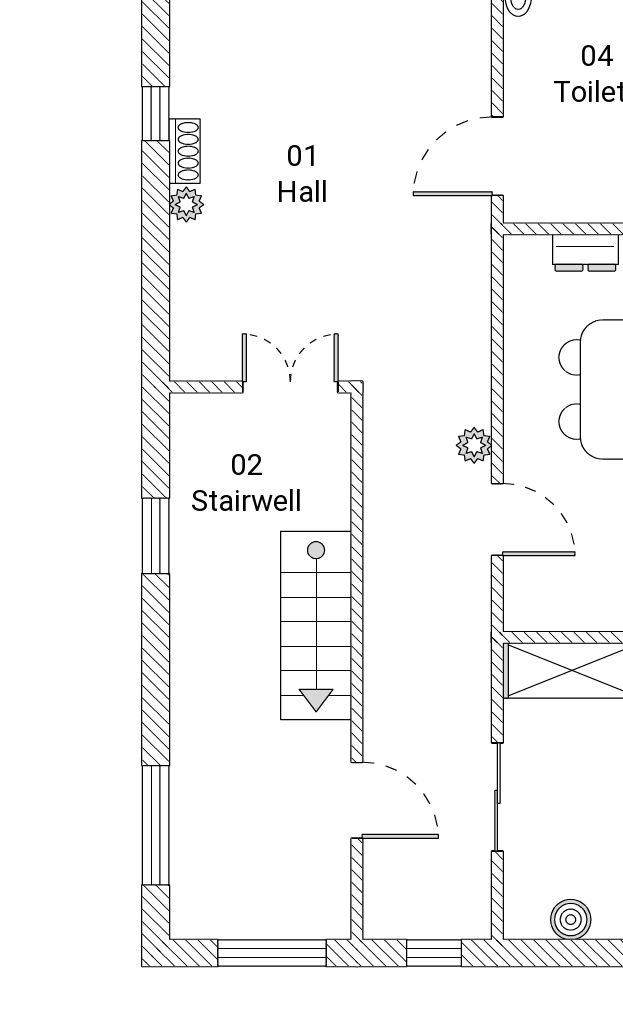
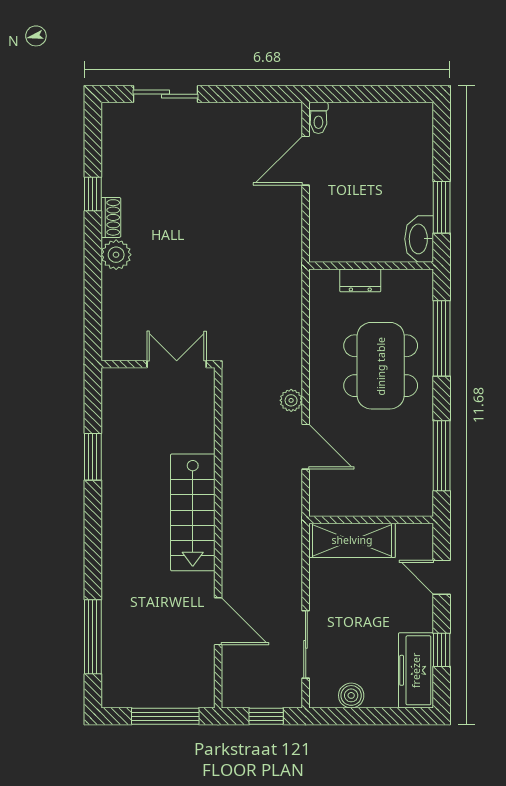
door: (497, 156) -> (306, 161), moved
plant: (186, 205) -> (116, 255), width x1.38, depth x1.38
sliding door: (497, 797) -> (306, 644), moved

